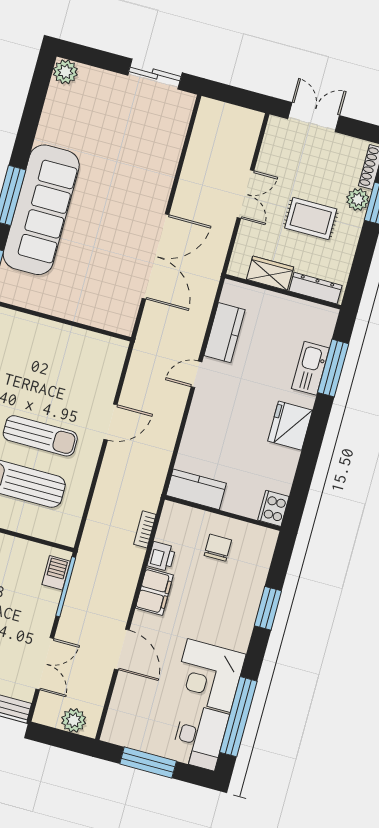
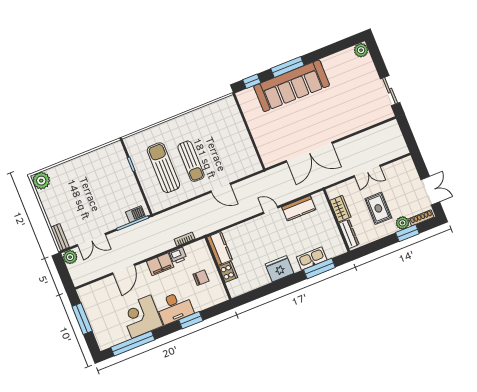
double door: (314, 117) -> (430, 191), moved
cooker: (273, 508) -> (228, 272), moved, turned 90
plant: (74, 720) -> (70, 257), moved
desk: (200, 737) -> (175, 308), moved

